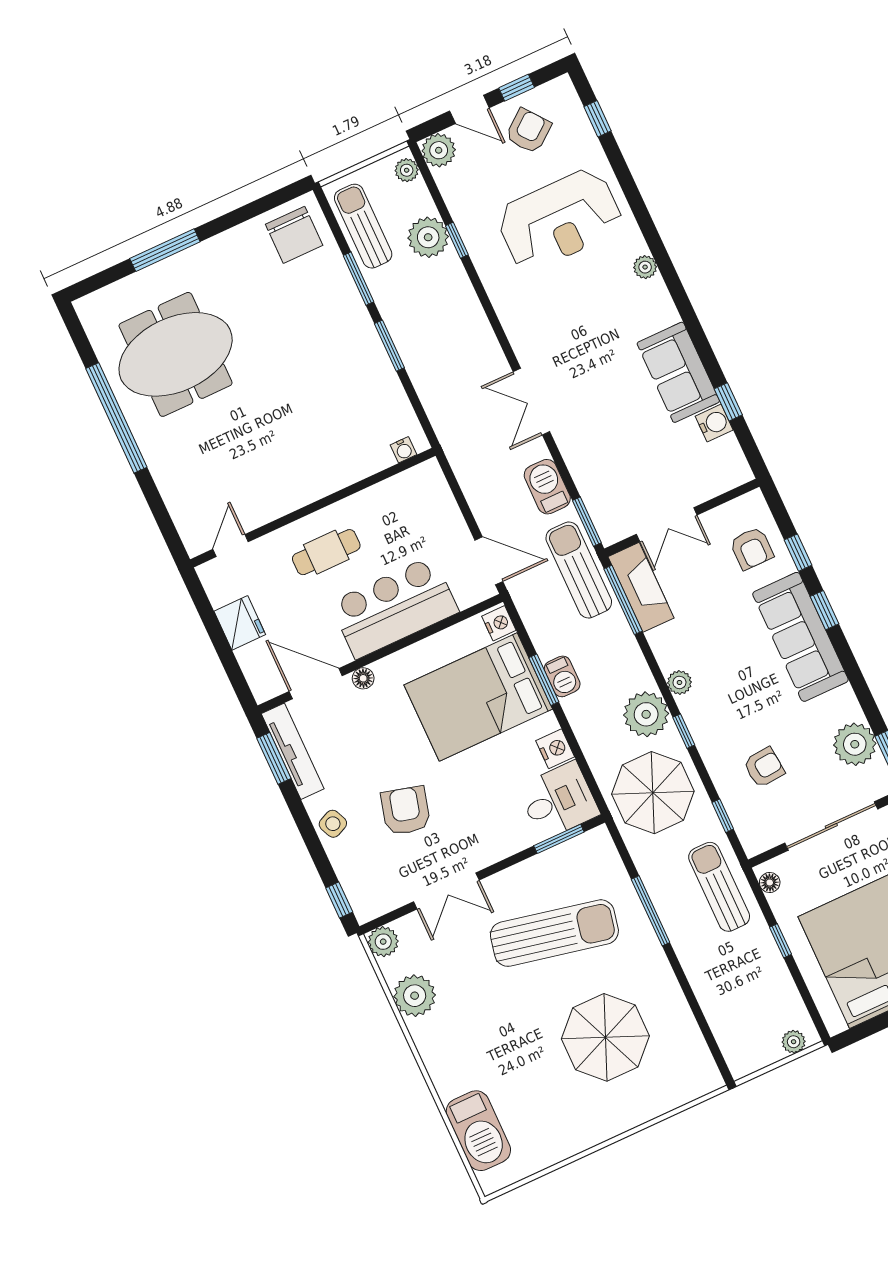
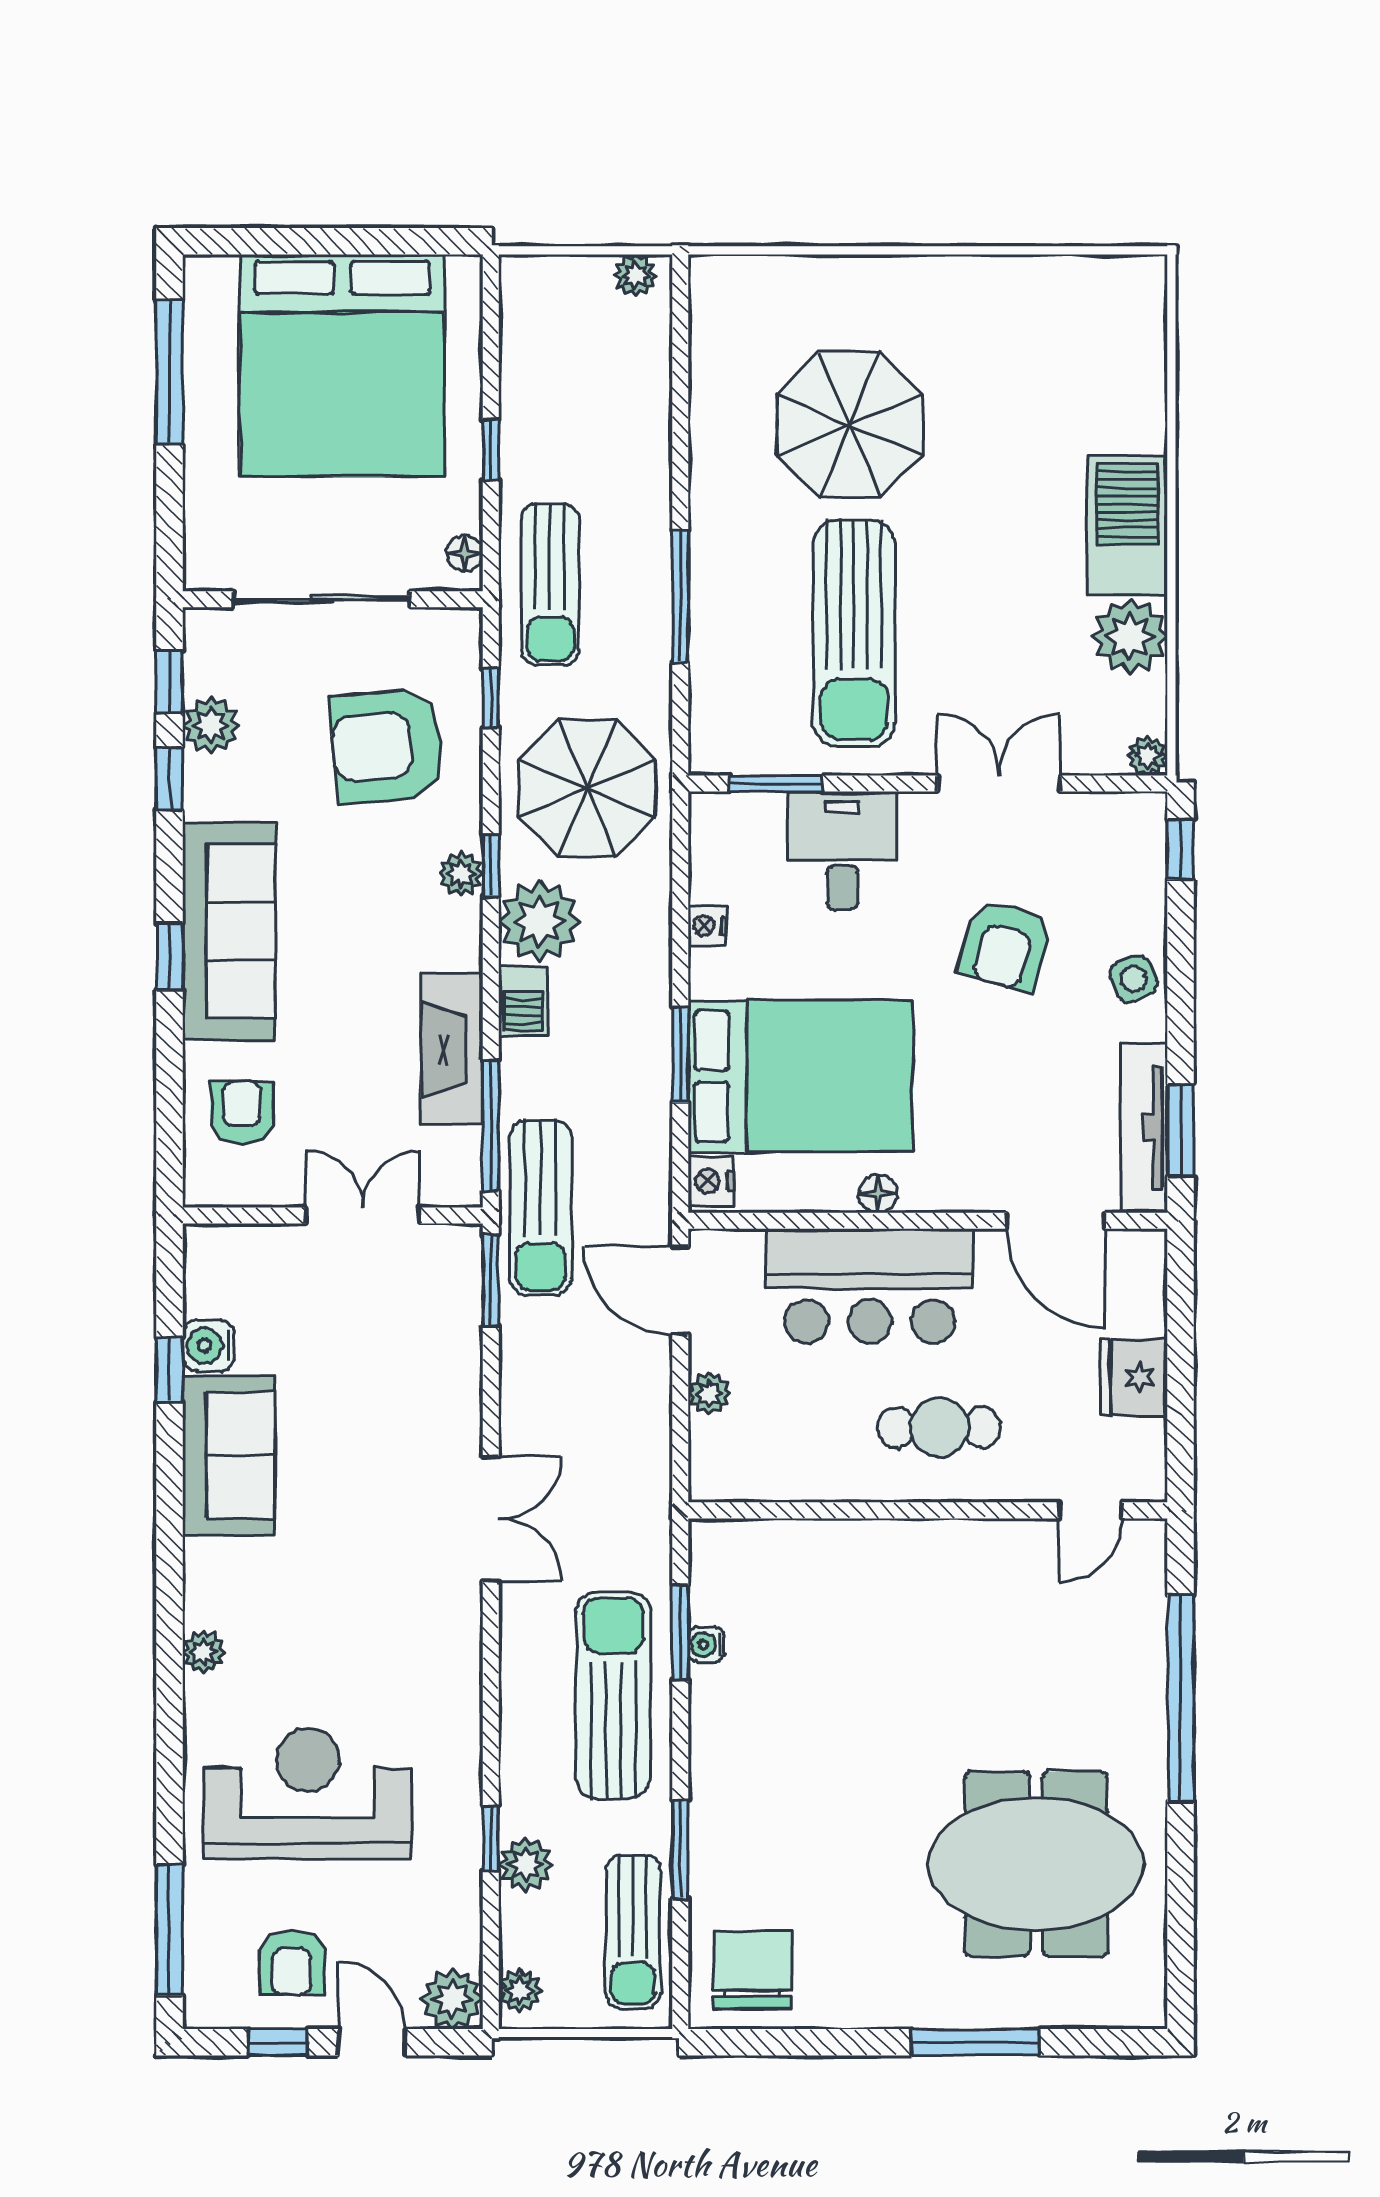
window: (597, 119) -> (169, 1930), width x2.17
armchair: (528, 131) -> (292, 1963), turned -52
plant: (428, 237) -> (526, 1865), width x0.73, depth x0.73
sun lounger: (428, 341) -> (613, 1695), added
window: (389, 346) -> (680, 1632), moved
window: (116, 418) -> (1181, 1698), moved
water cooler: (404, 450) -> (706, 1645), moved, turned -90
barbecue: (547, 487) -> (529, 1368), removed
plant: (450, 516) -> (709, 1393), added
window: (798, 553) -> (169, 779), moved
fireplace: (641, 587) -> (452, 1049), moved
barbecue: (562, 676) -> (523, 1001), moved, turned 180
floor lamp: (363, 678) -> (878, 1193), moved
plant: (679, 682) -> (461, 874), moved
plant: (855, 744) -> (211, 725), width x0.73, depth x0.73
nightstand: (555, 749) -> (707, 926), width x0.72, depth x0.74
armchair: (764, 767) -> (387, 746), width x1.88, depth x1.88
desk: (559, 801) -> (843, 851), moved, turned 90
sun lounger: (554, 933) -> (854, 633), turned -102
plant: (383, 942) -> (1148, 756), width x0.73, depth x0.73
plant: (794, 1042) -> (635, 275), moved
barbecue: (478, 1131) -> (1127, 525), moved

